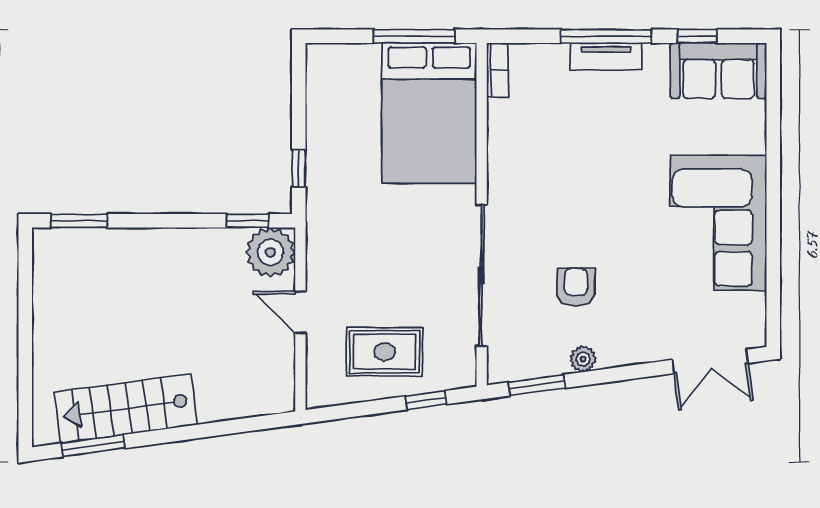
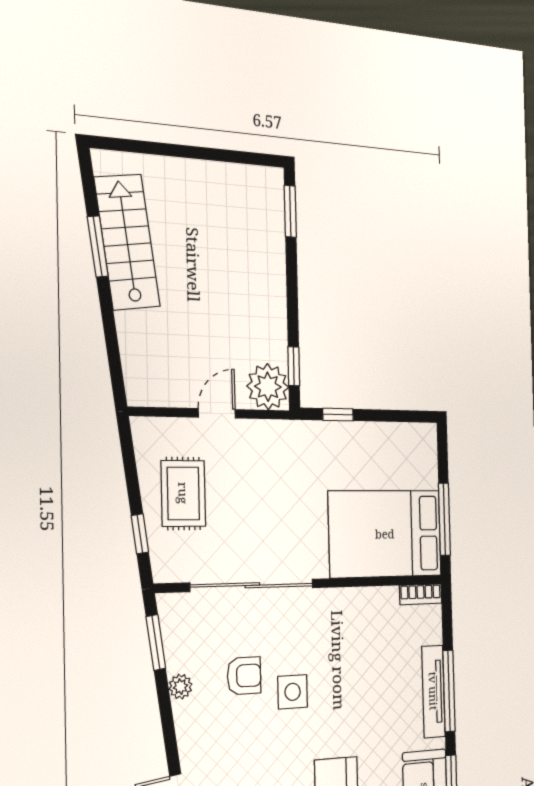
tv unit: (606, 57) -> (433, 691), width x1.41
side table: (596, 231) -> (293, 692), added
window: (93, 446) -> (98, 246), moved

